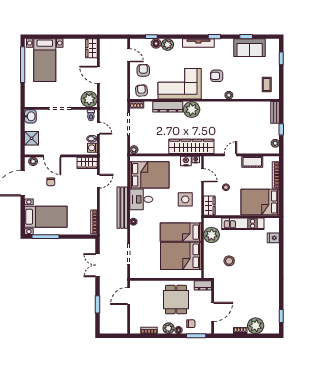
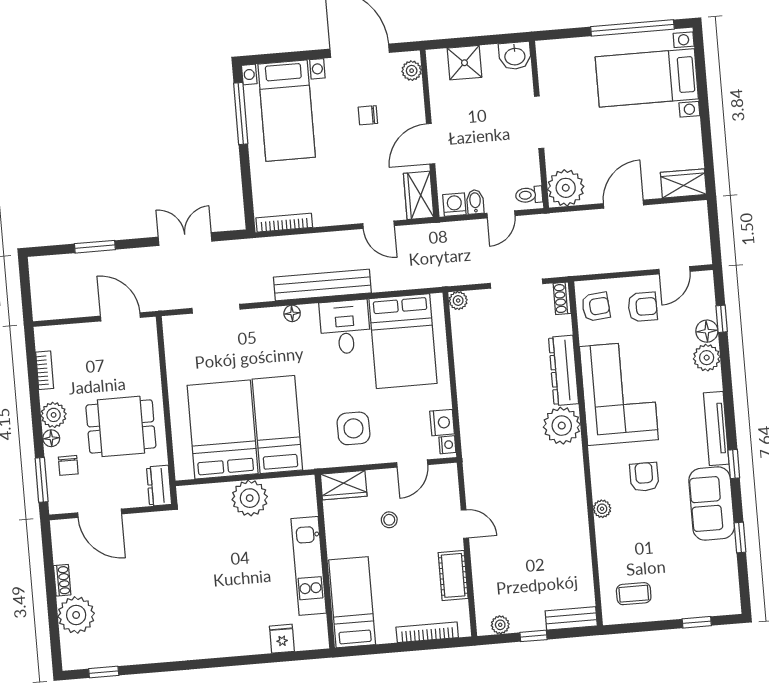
sofa: (250, 48) -> (712, 504), moved
wardrobe: (191, 146) -> (477, 432), removed
door: (52, 156) -> (431, 144), moved
bed: (260, 202) -> (352, 602), width x0.67
plant: (212, 235) -> (250, 498), moved
stool: (229, 261) -> (220, 541), removed

